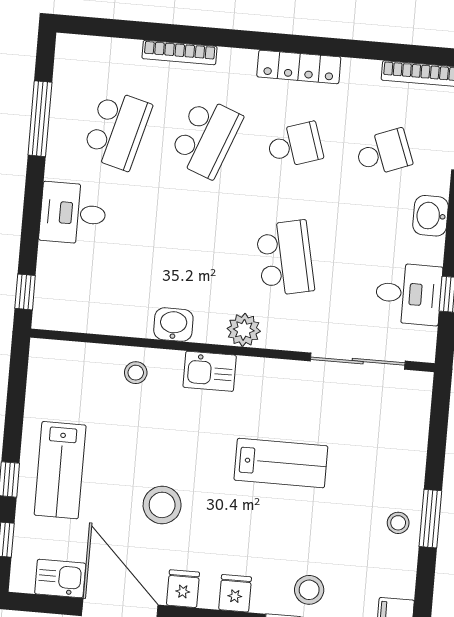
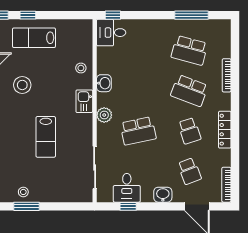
desk: (73, 213) -> (111, 33), moved, turned -90

